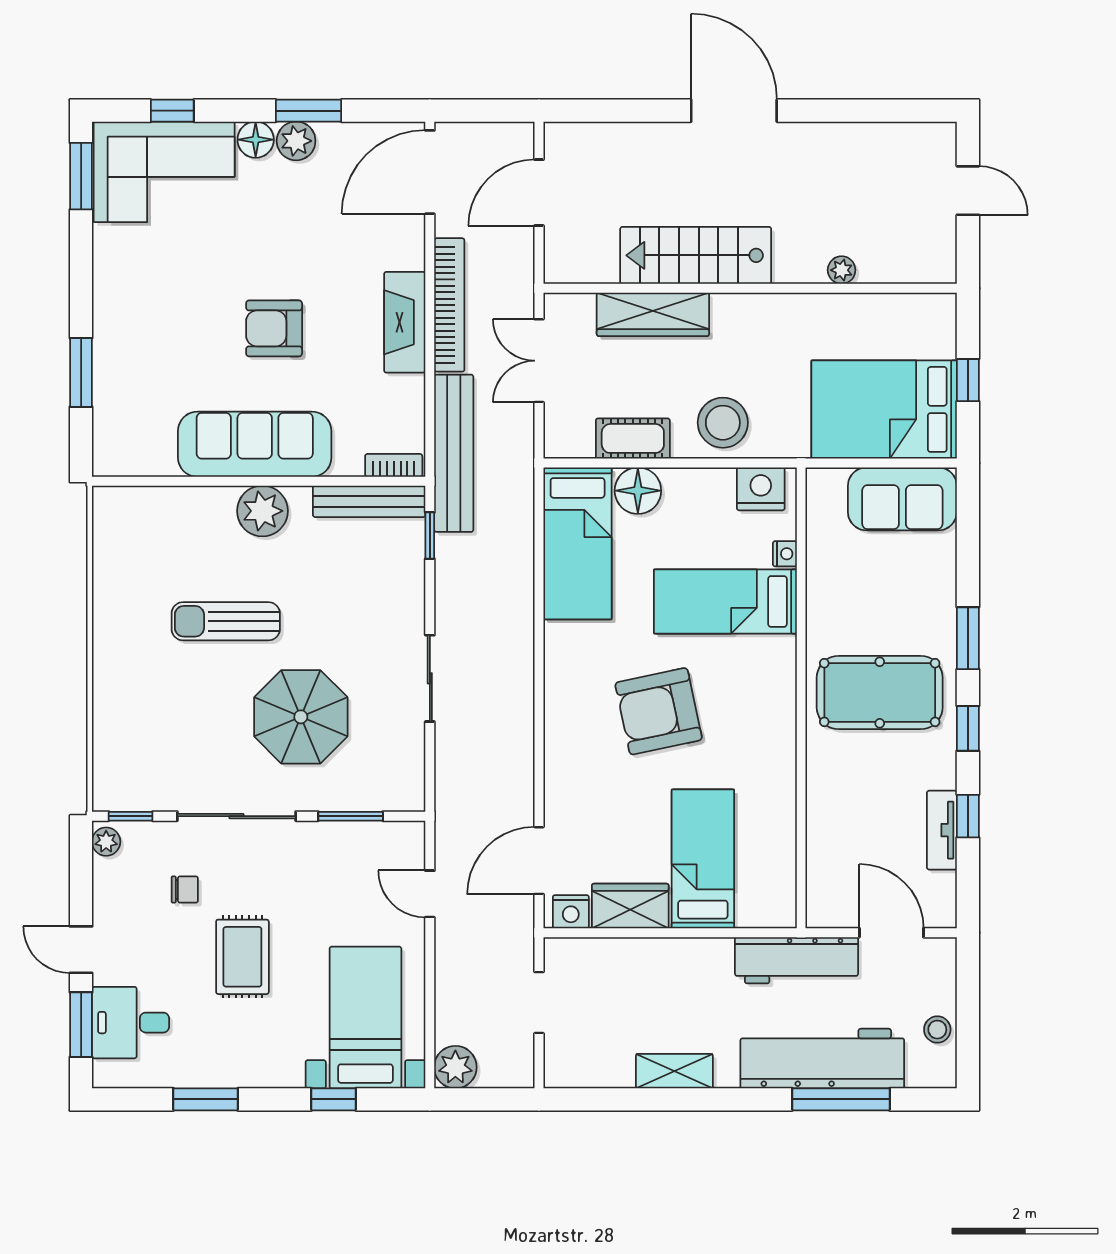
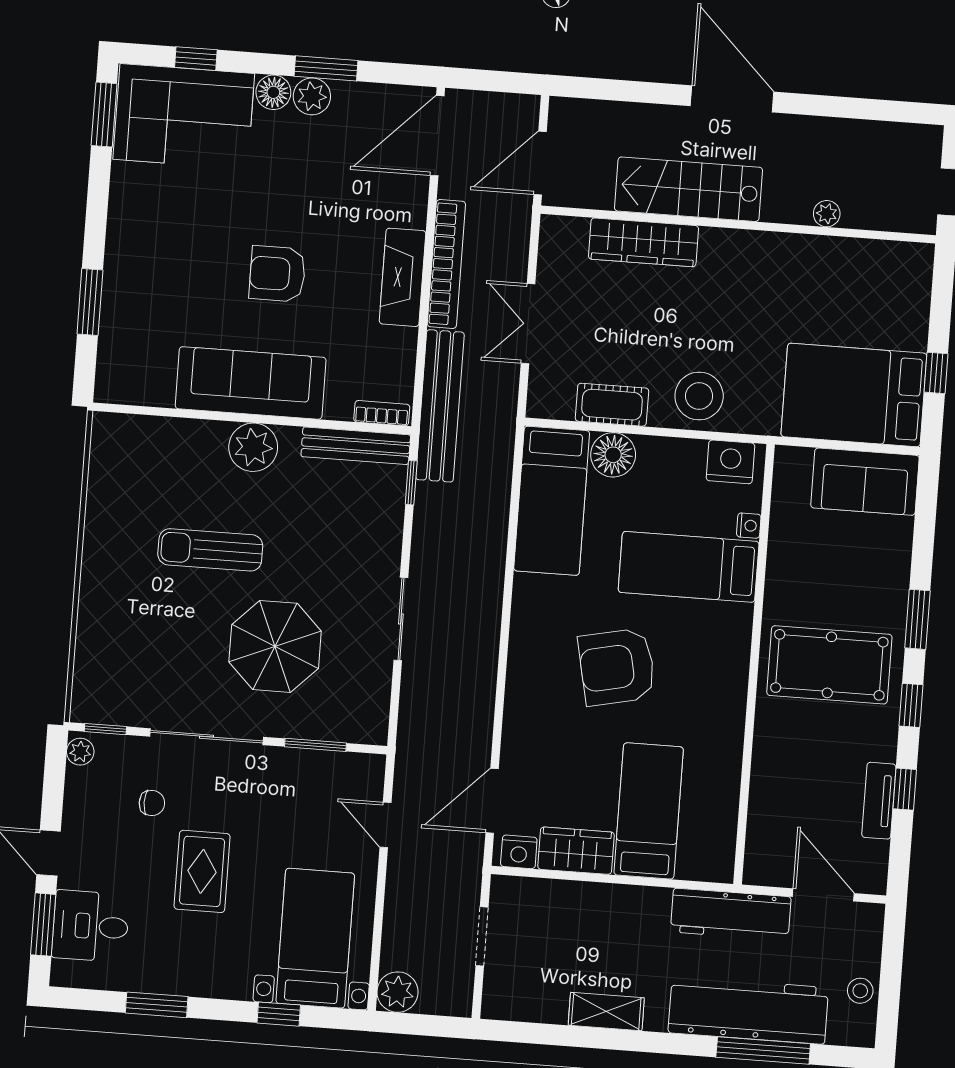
stairs: (696, 255) -> (689, 189), moved
plant: (842, 270) -> (827, 214), moved
wall: (750, 288) -> (738, 224), moved
wardrobe: (653, 314) -> (643, 242), moved

